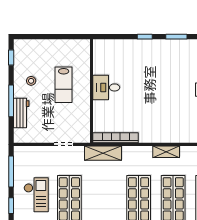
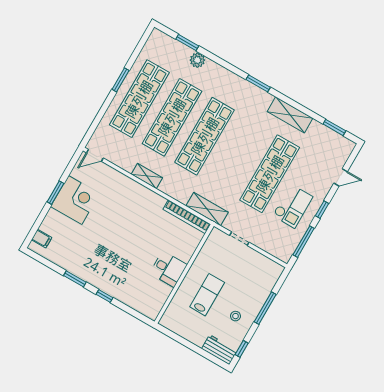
workbench: (21, 113) -> (219, 350), moved, turned 90
checkout: (36, 195) -> (293, 206), turned 180

